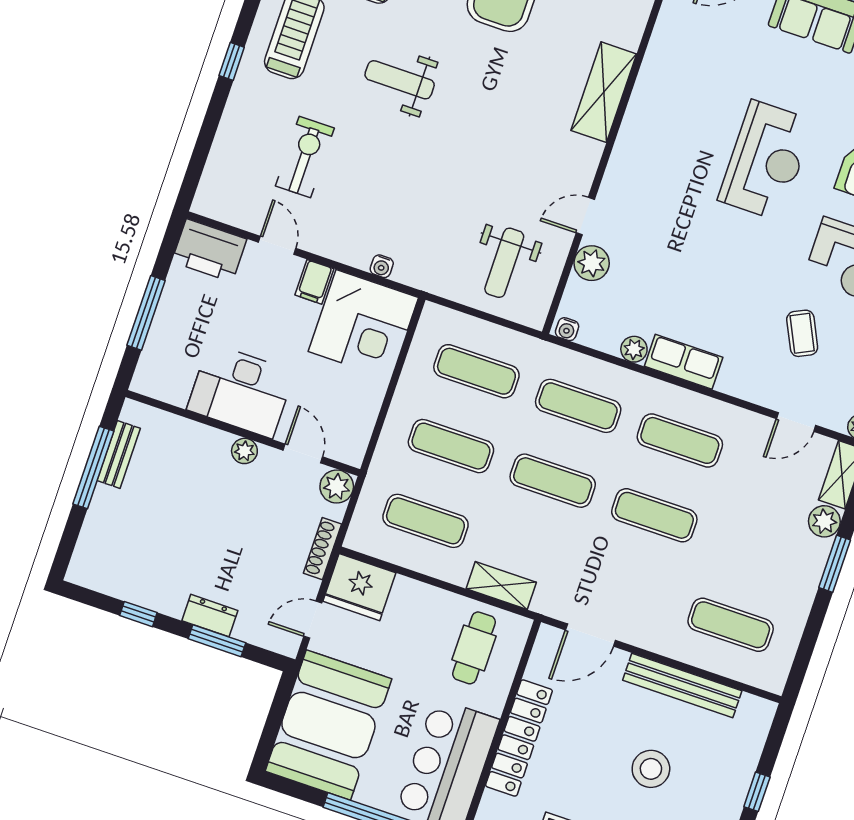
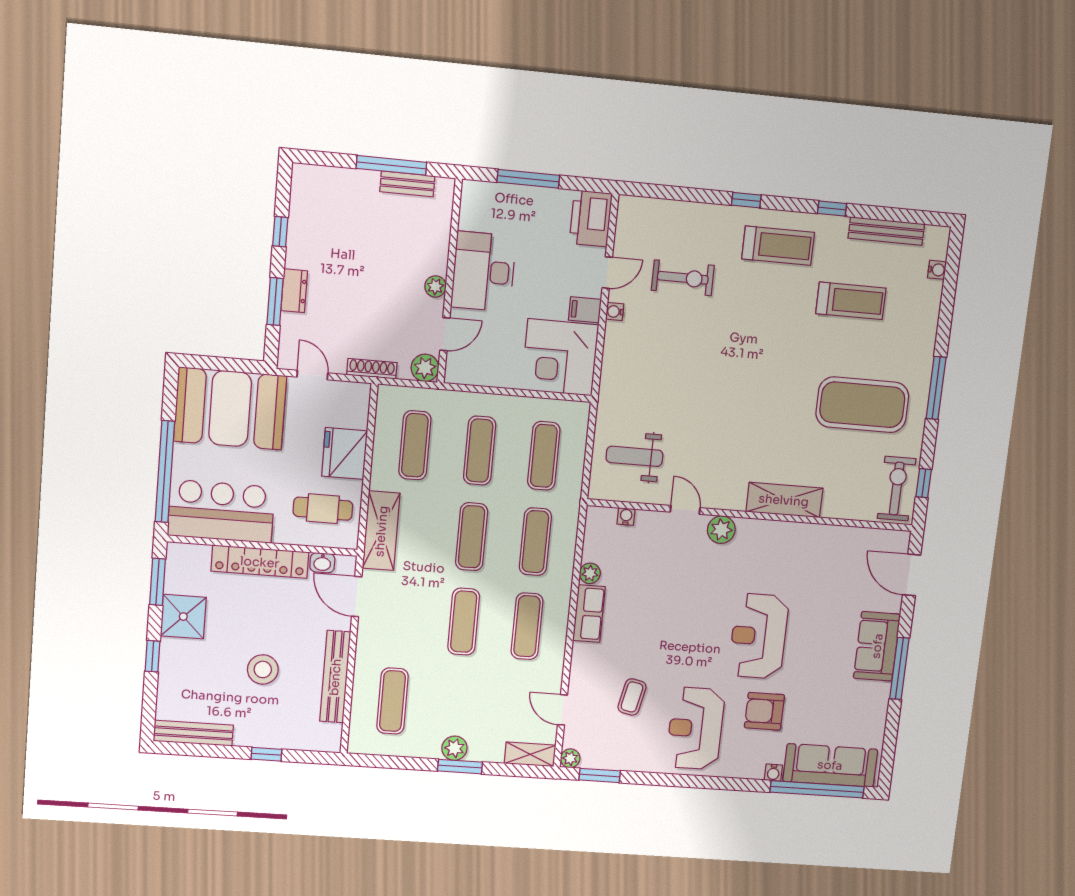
weight bench: (400, 80) -> (760, 338), removed
reception desk: (766, 160) -> (759, 636), turned 90
plant: (592, 263) -> (721, 530), moved
water cooler: (382, 266) -> (615, 312), moved
water cooler: (567, 329) -> (626, 516), moved, turned 90
coffee table: (802, 333) -> (632, 697), turned -52
plant: (824, 521) -> (454, 748), moved
shelving: (501, 586) -> (381, 531), width x1.50, depth x1.33
fridge: (359, 587) -> (345, 453), moved
washbasin: (539, 665) -> (322, 563), added

